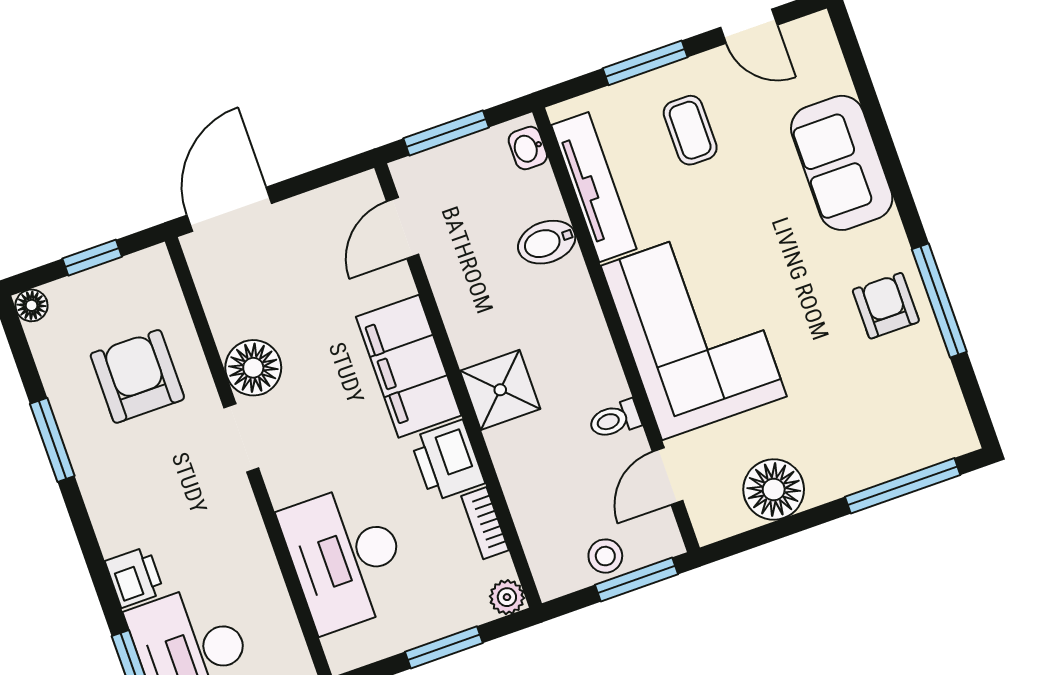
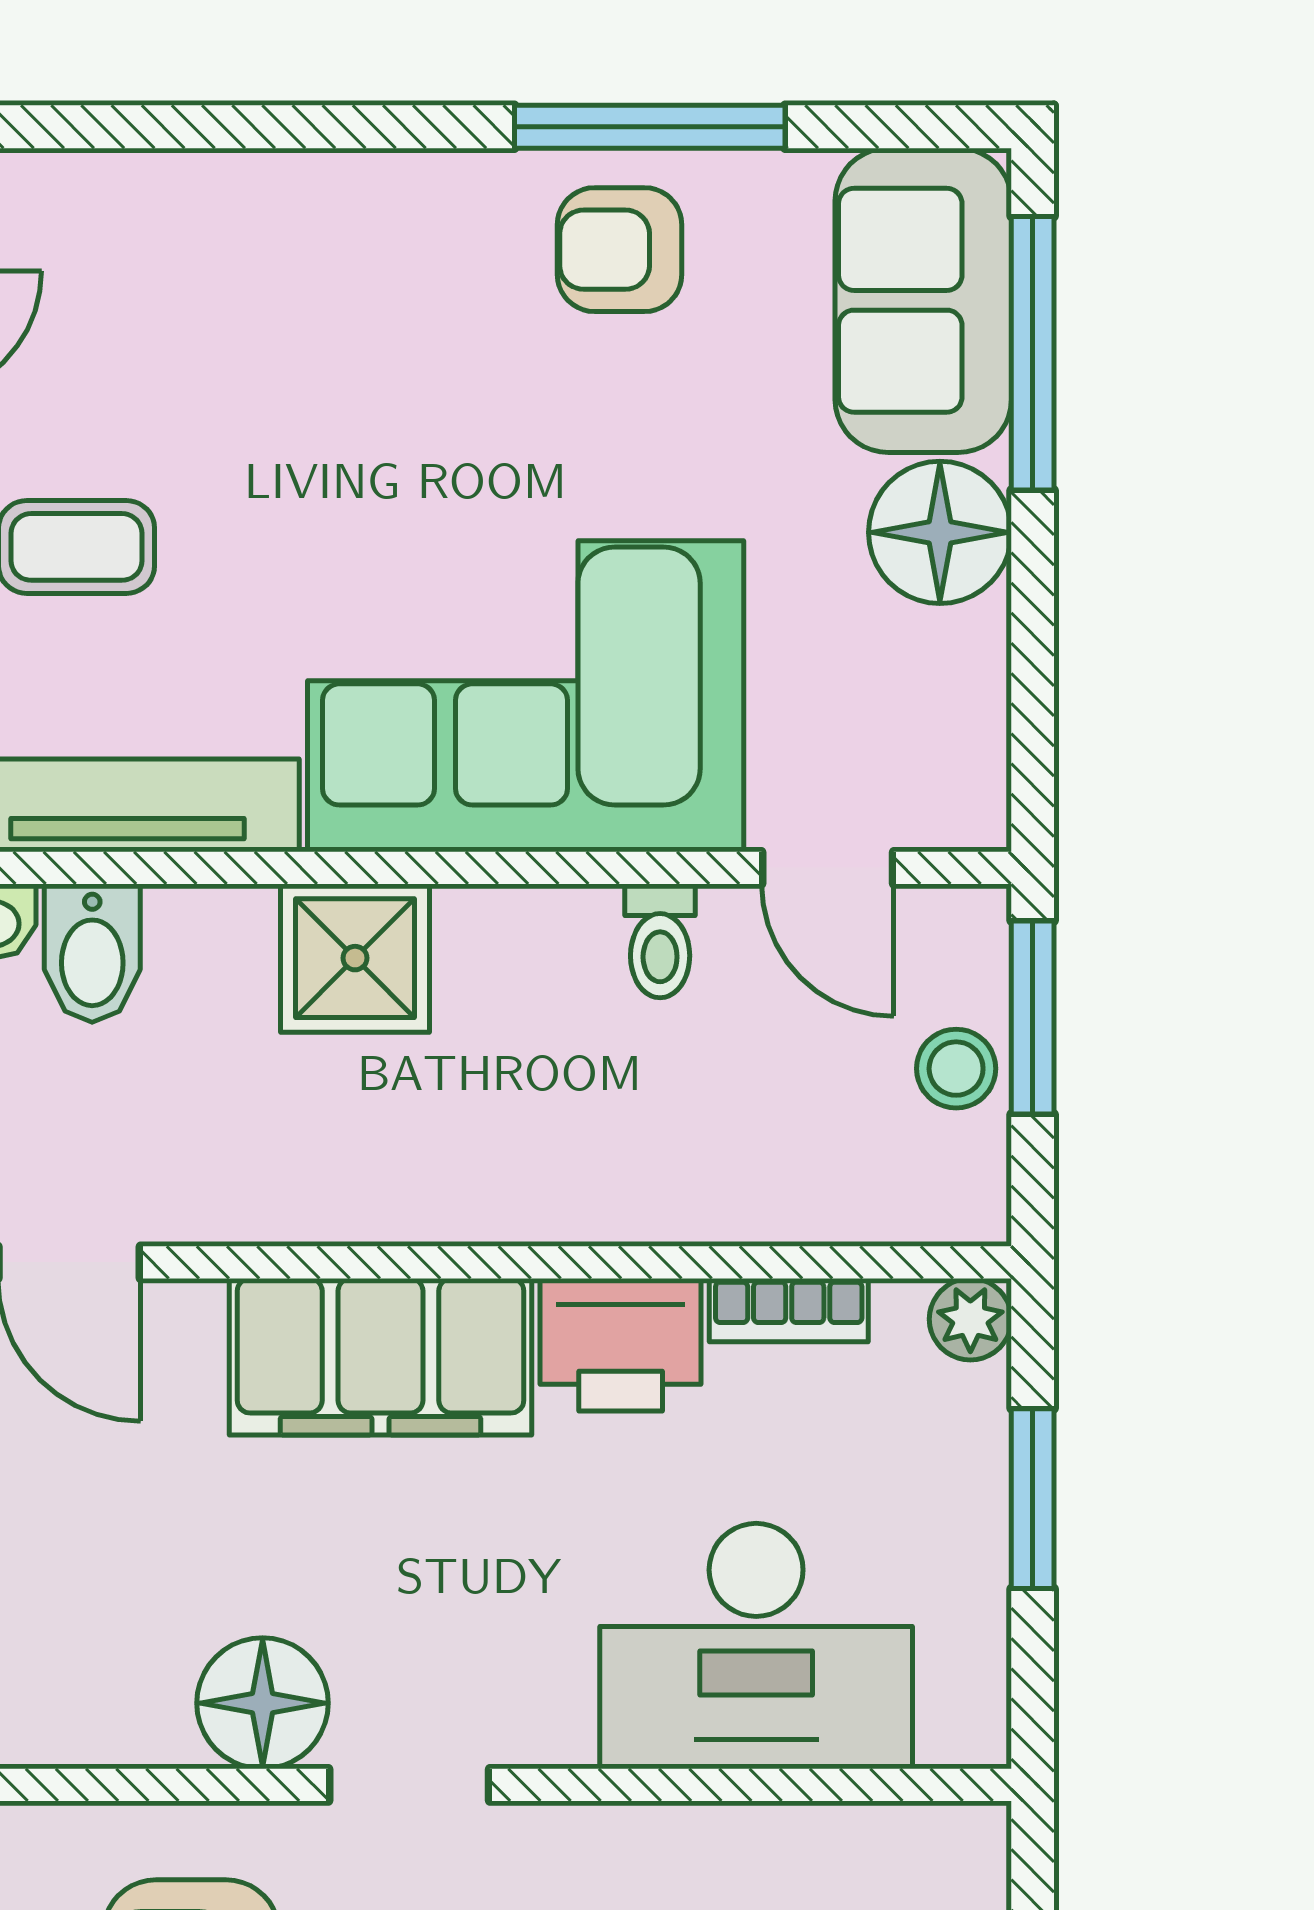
sofa: (842, 163) -> (923, 300), moved, turned 90
bidet: (547, 242) -> (92, 953), moved
shower: (500, 390) -> (355, 958), moved
floor lamp: (774, 489) -> (940, 532), moved

